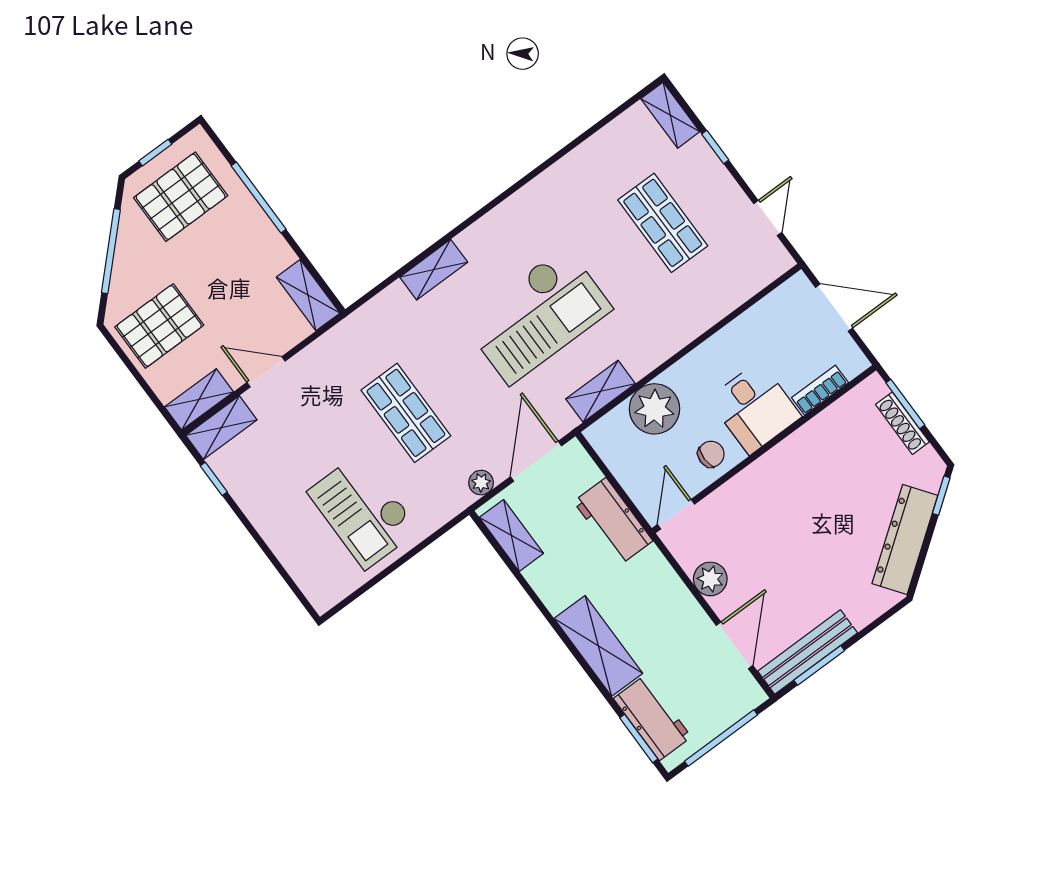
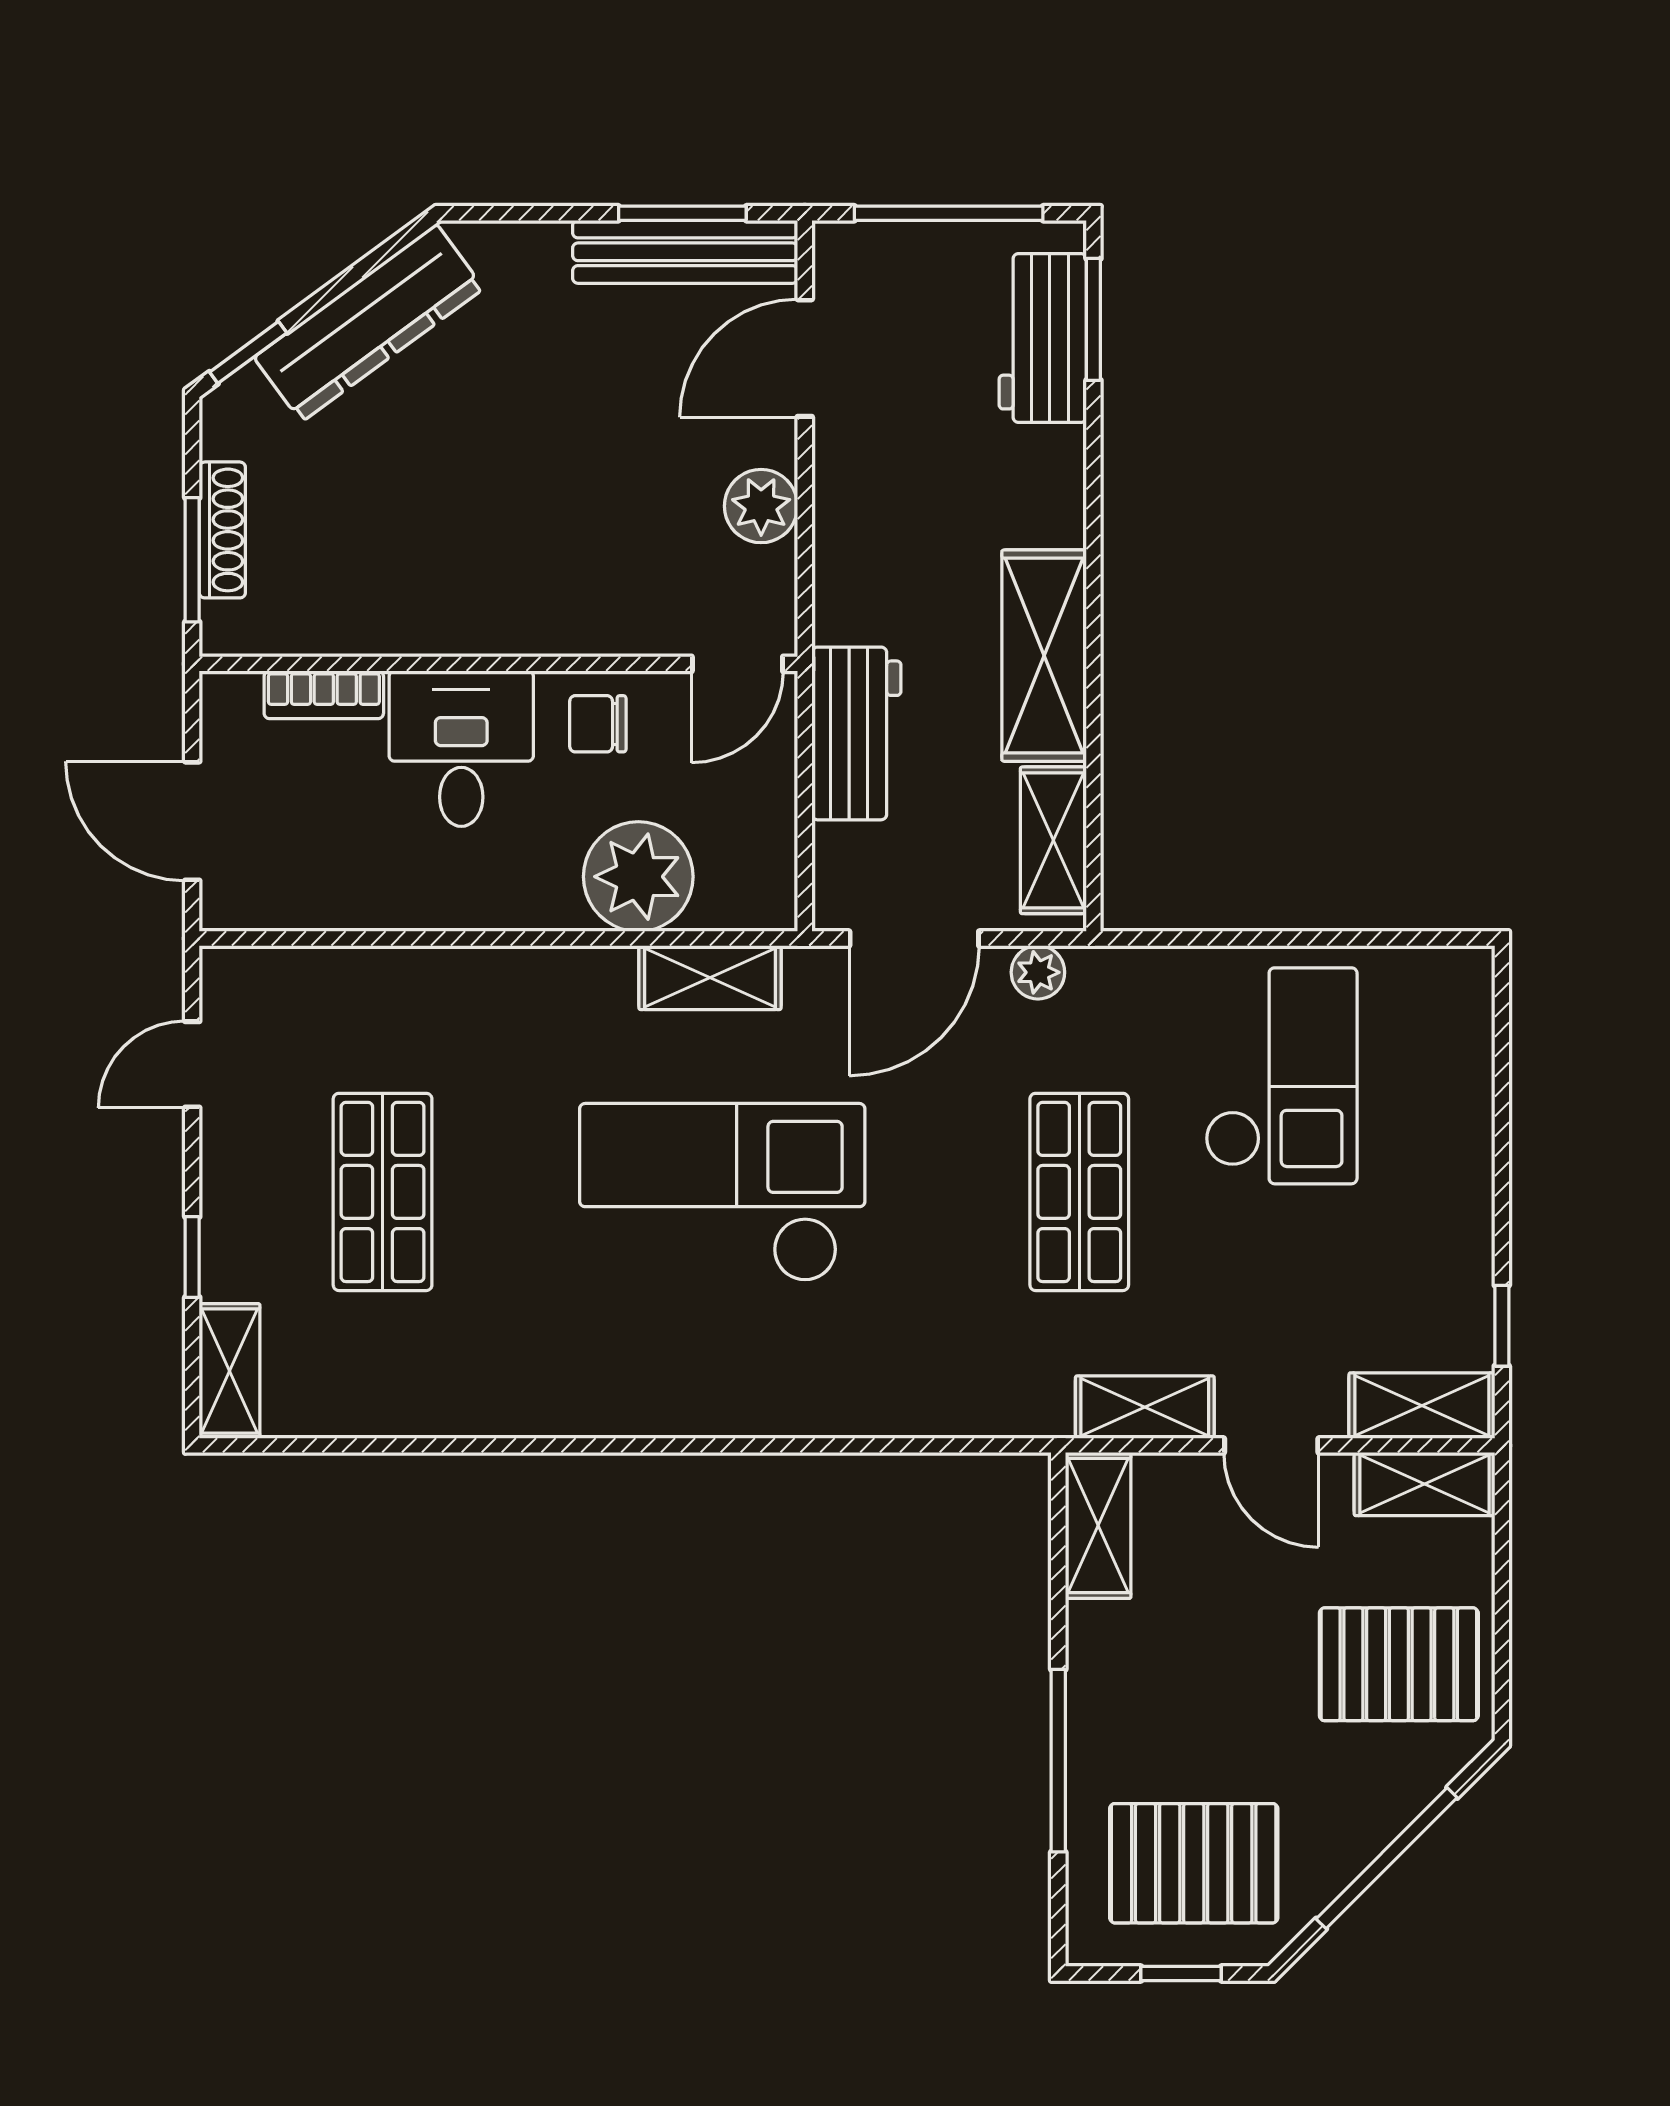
shelving: (434, 270) -> (1145, 1407), moved
shelving: (598, 646) -> (1044, 656), moved

